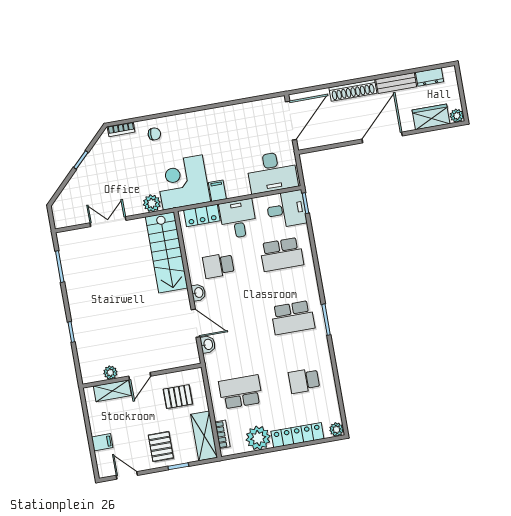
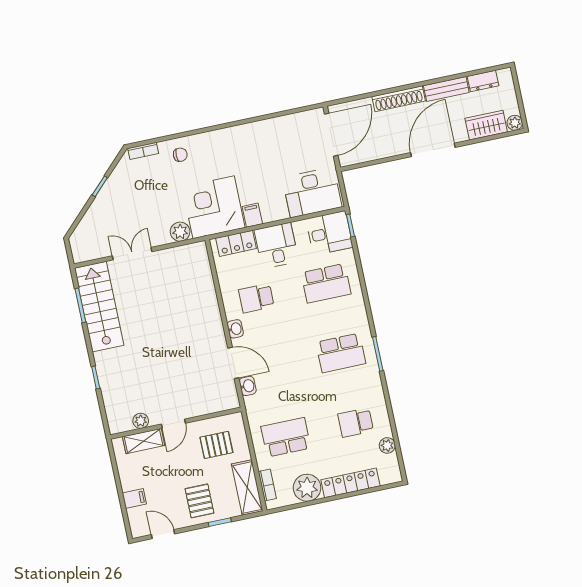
stairs: (167, 252) -> (99, 307), moved, turned 180
plant: (337, 429) -> (387, 445), moved

